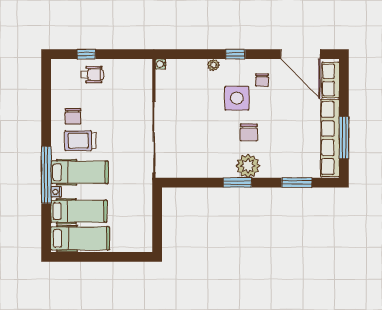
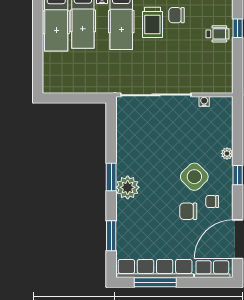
water cooler: (161, 64) -> (204, 101), moved
wheelchair: (92, 75) -> (218, 34), turned -90
side table: (237, 98) -> (194, 177), turned 45
chair: (249, 132) -> (188, 211), moved
trolley: (80, 141) -> (152, 22), turned 180

